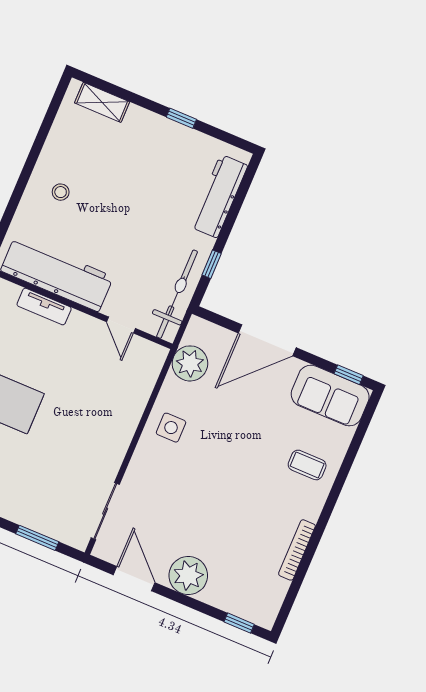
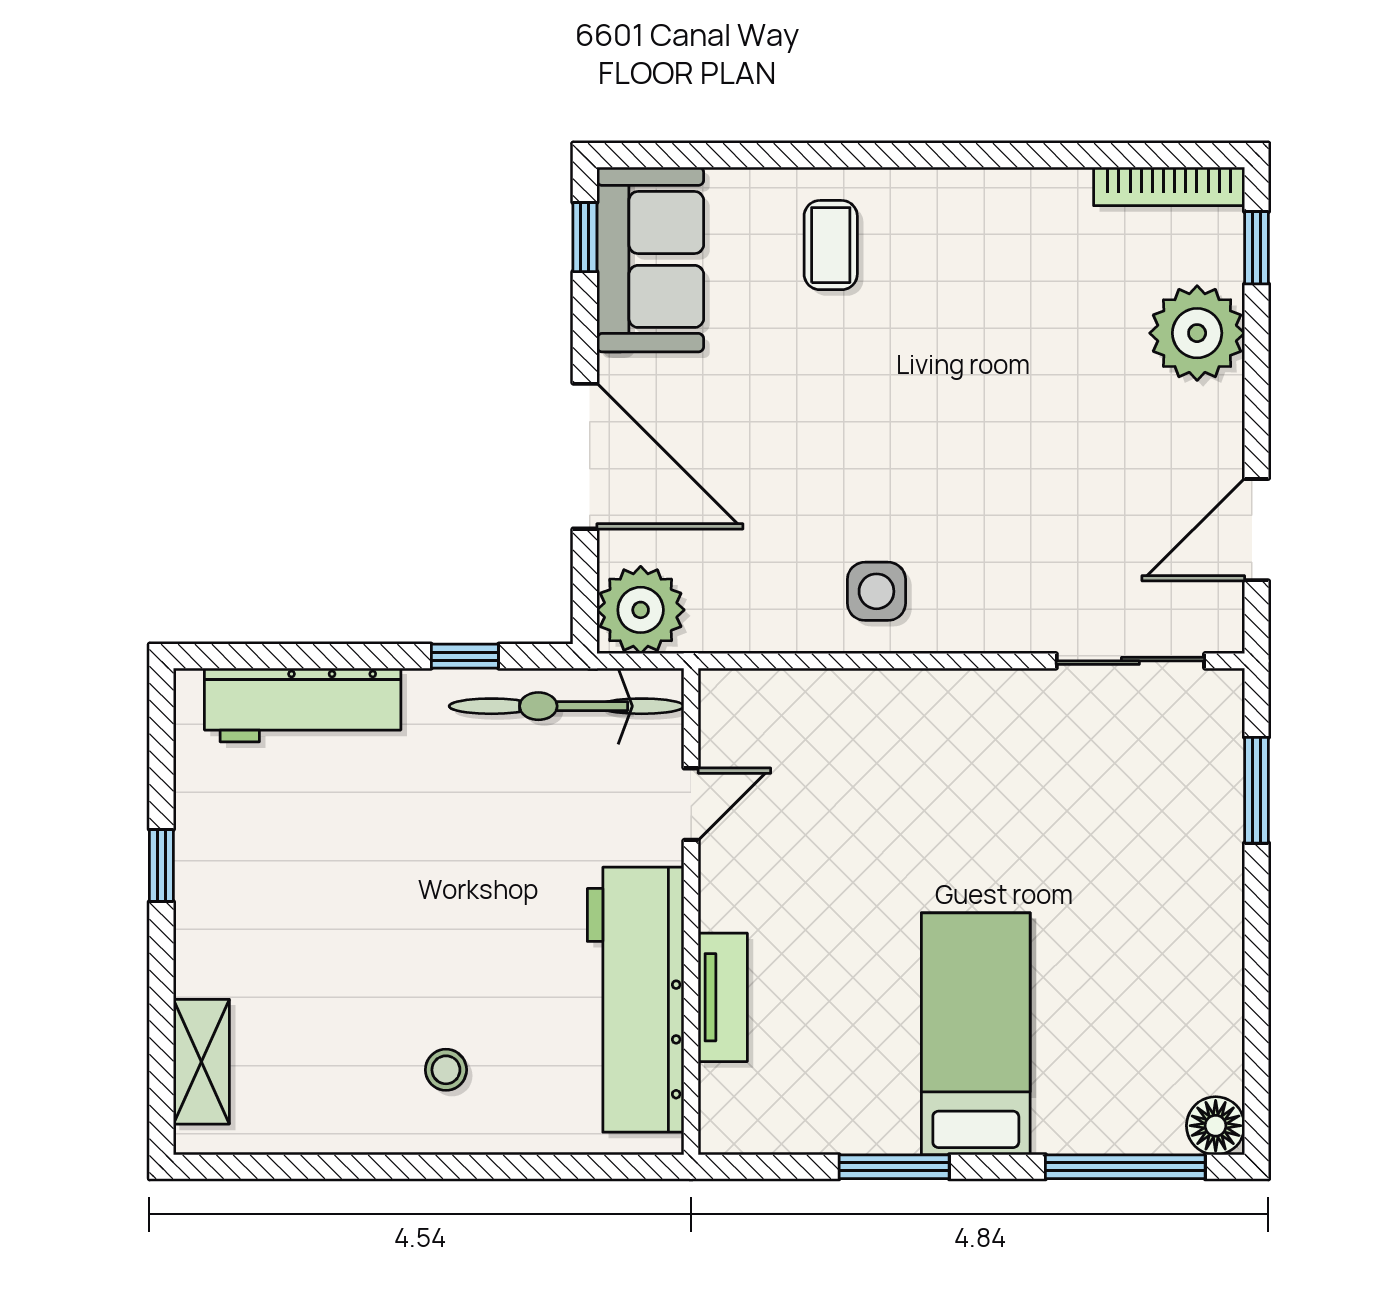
plant: (190, 363) -> (641, 610), moved
bookcase: (297, 550) -> (1169, 186), moved
plant: (188, 575) -> (1197, 333), moved

